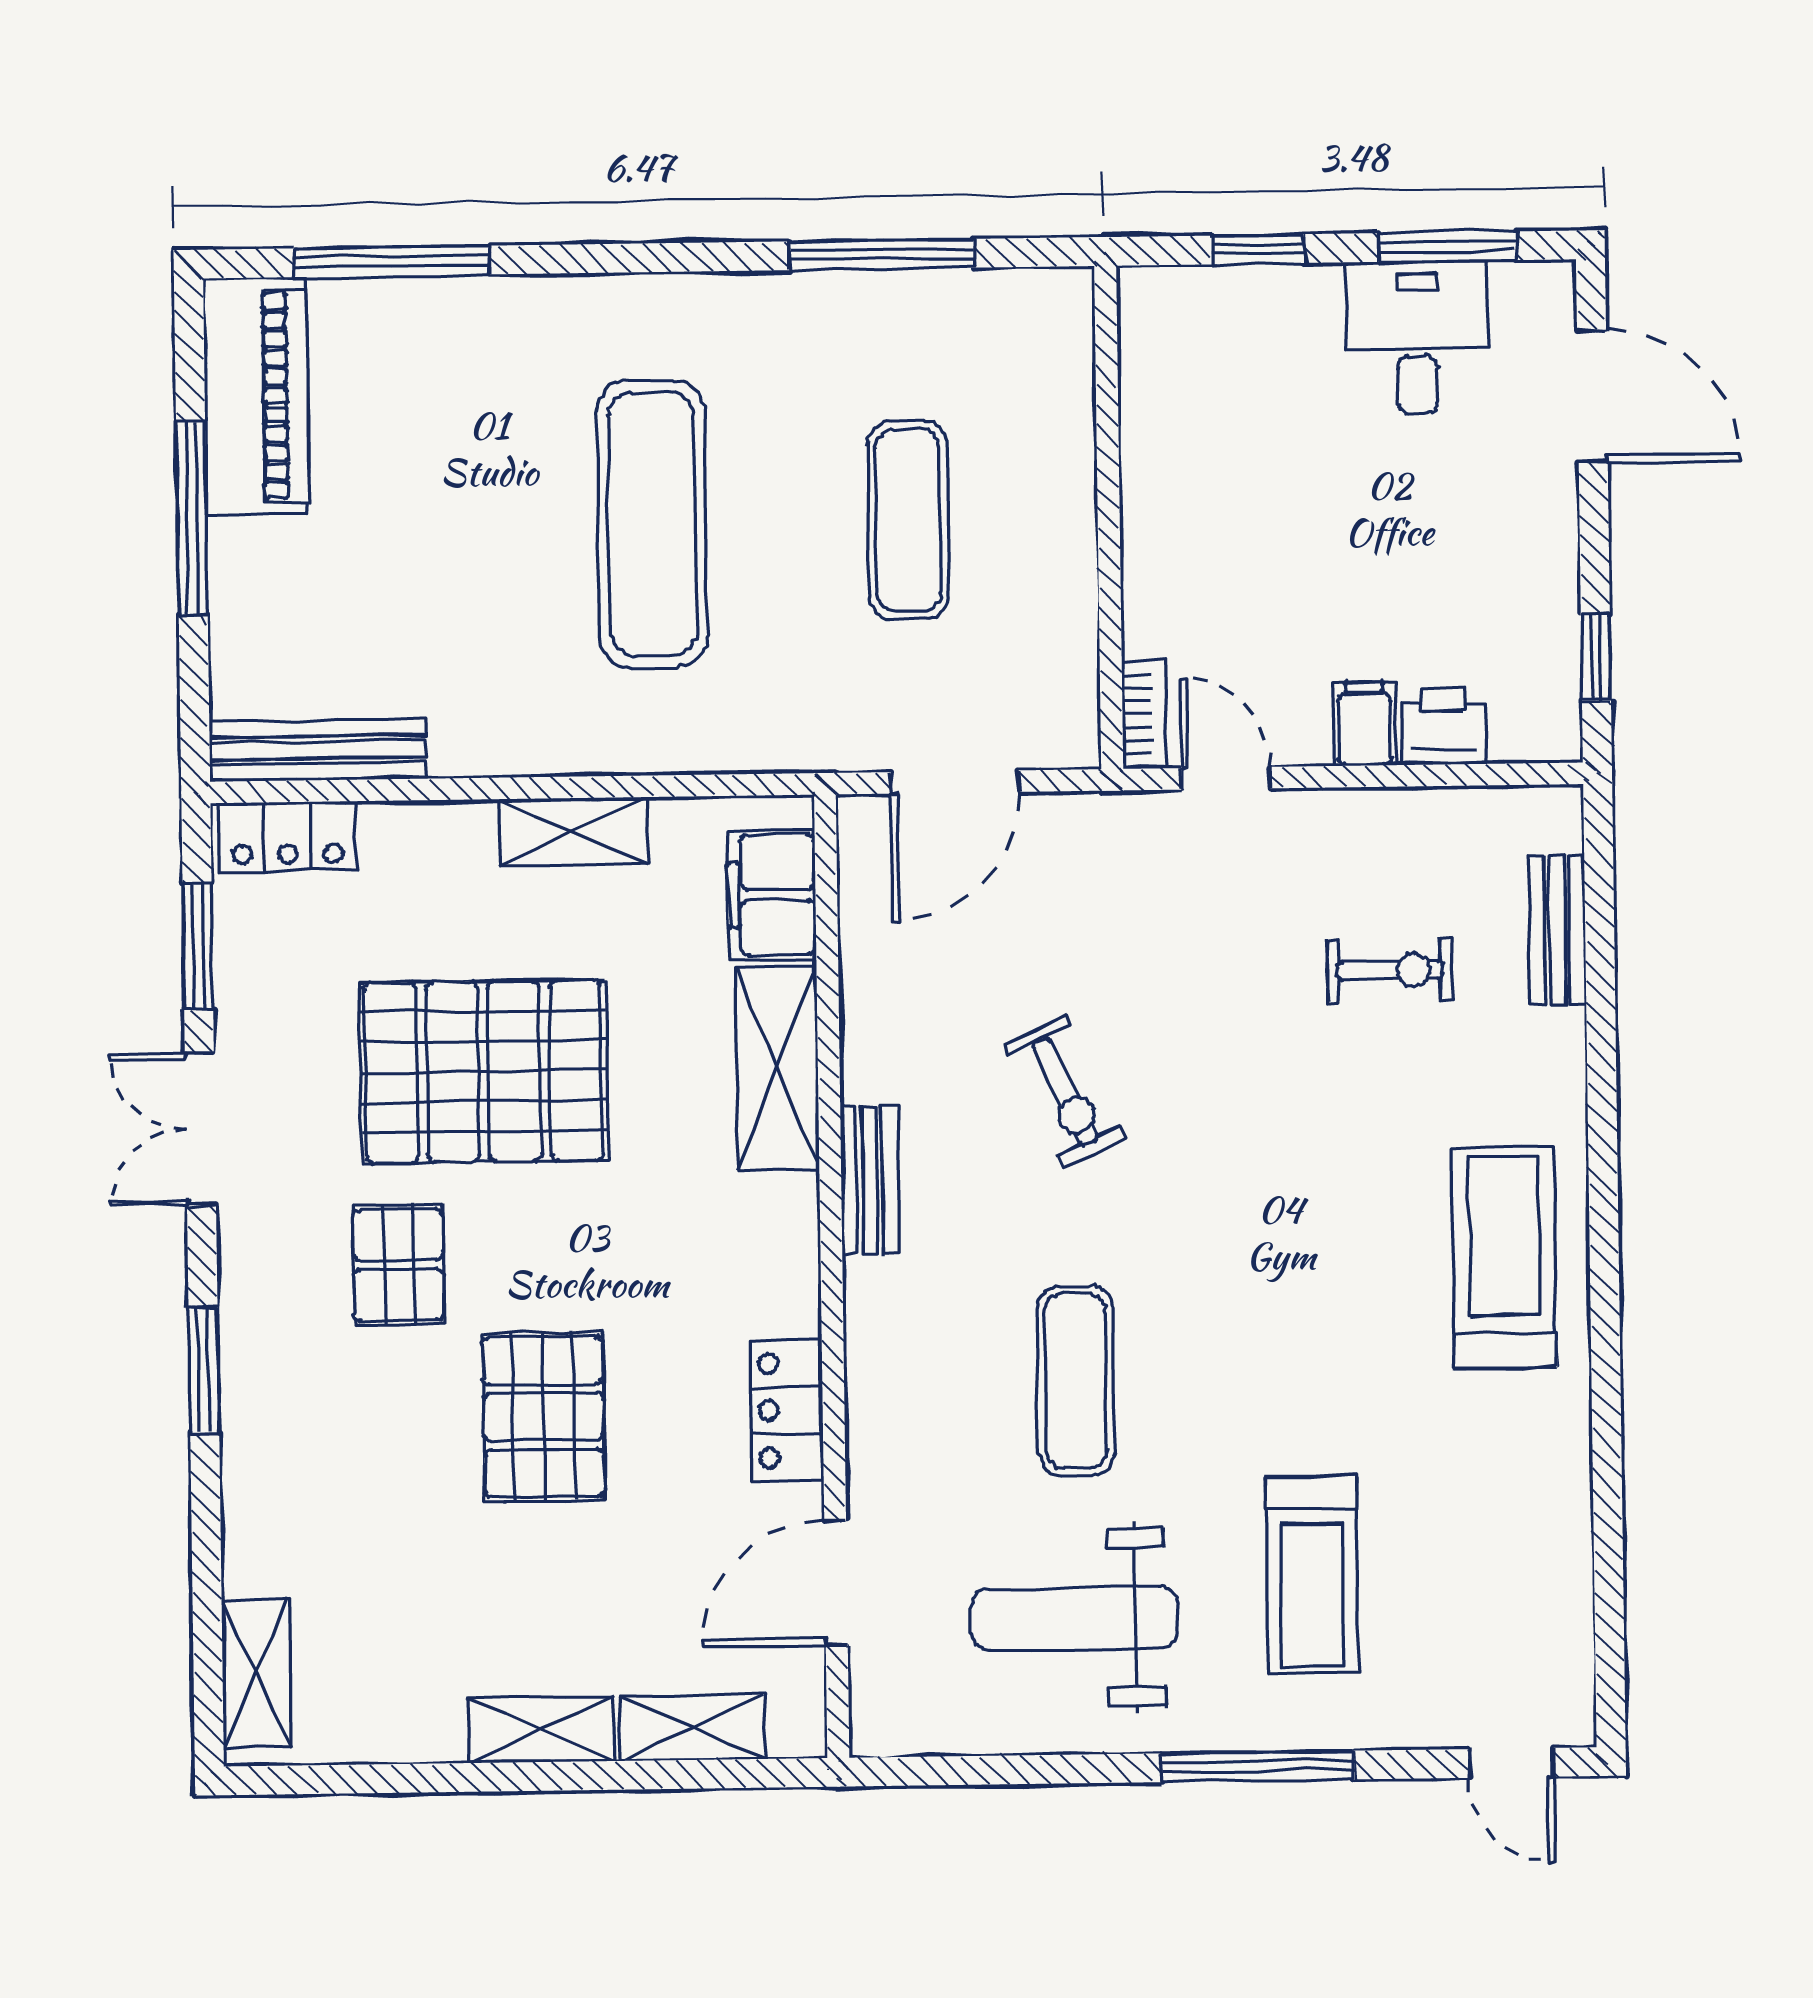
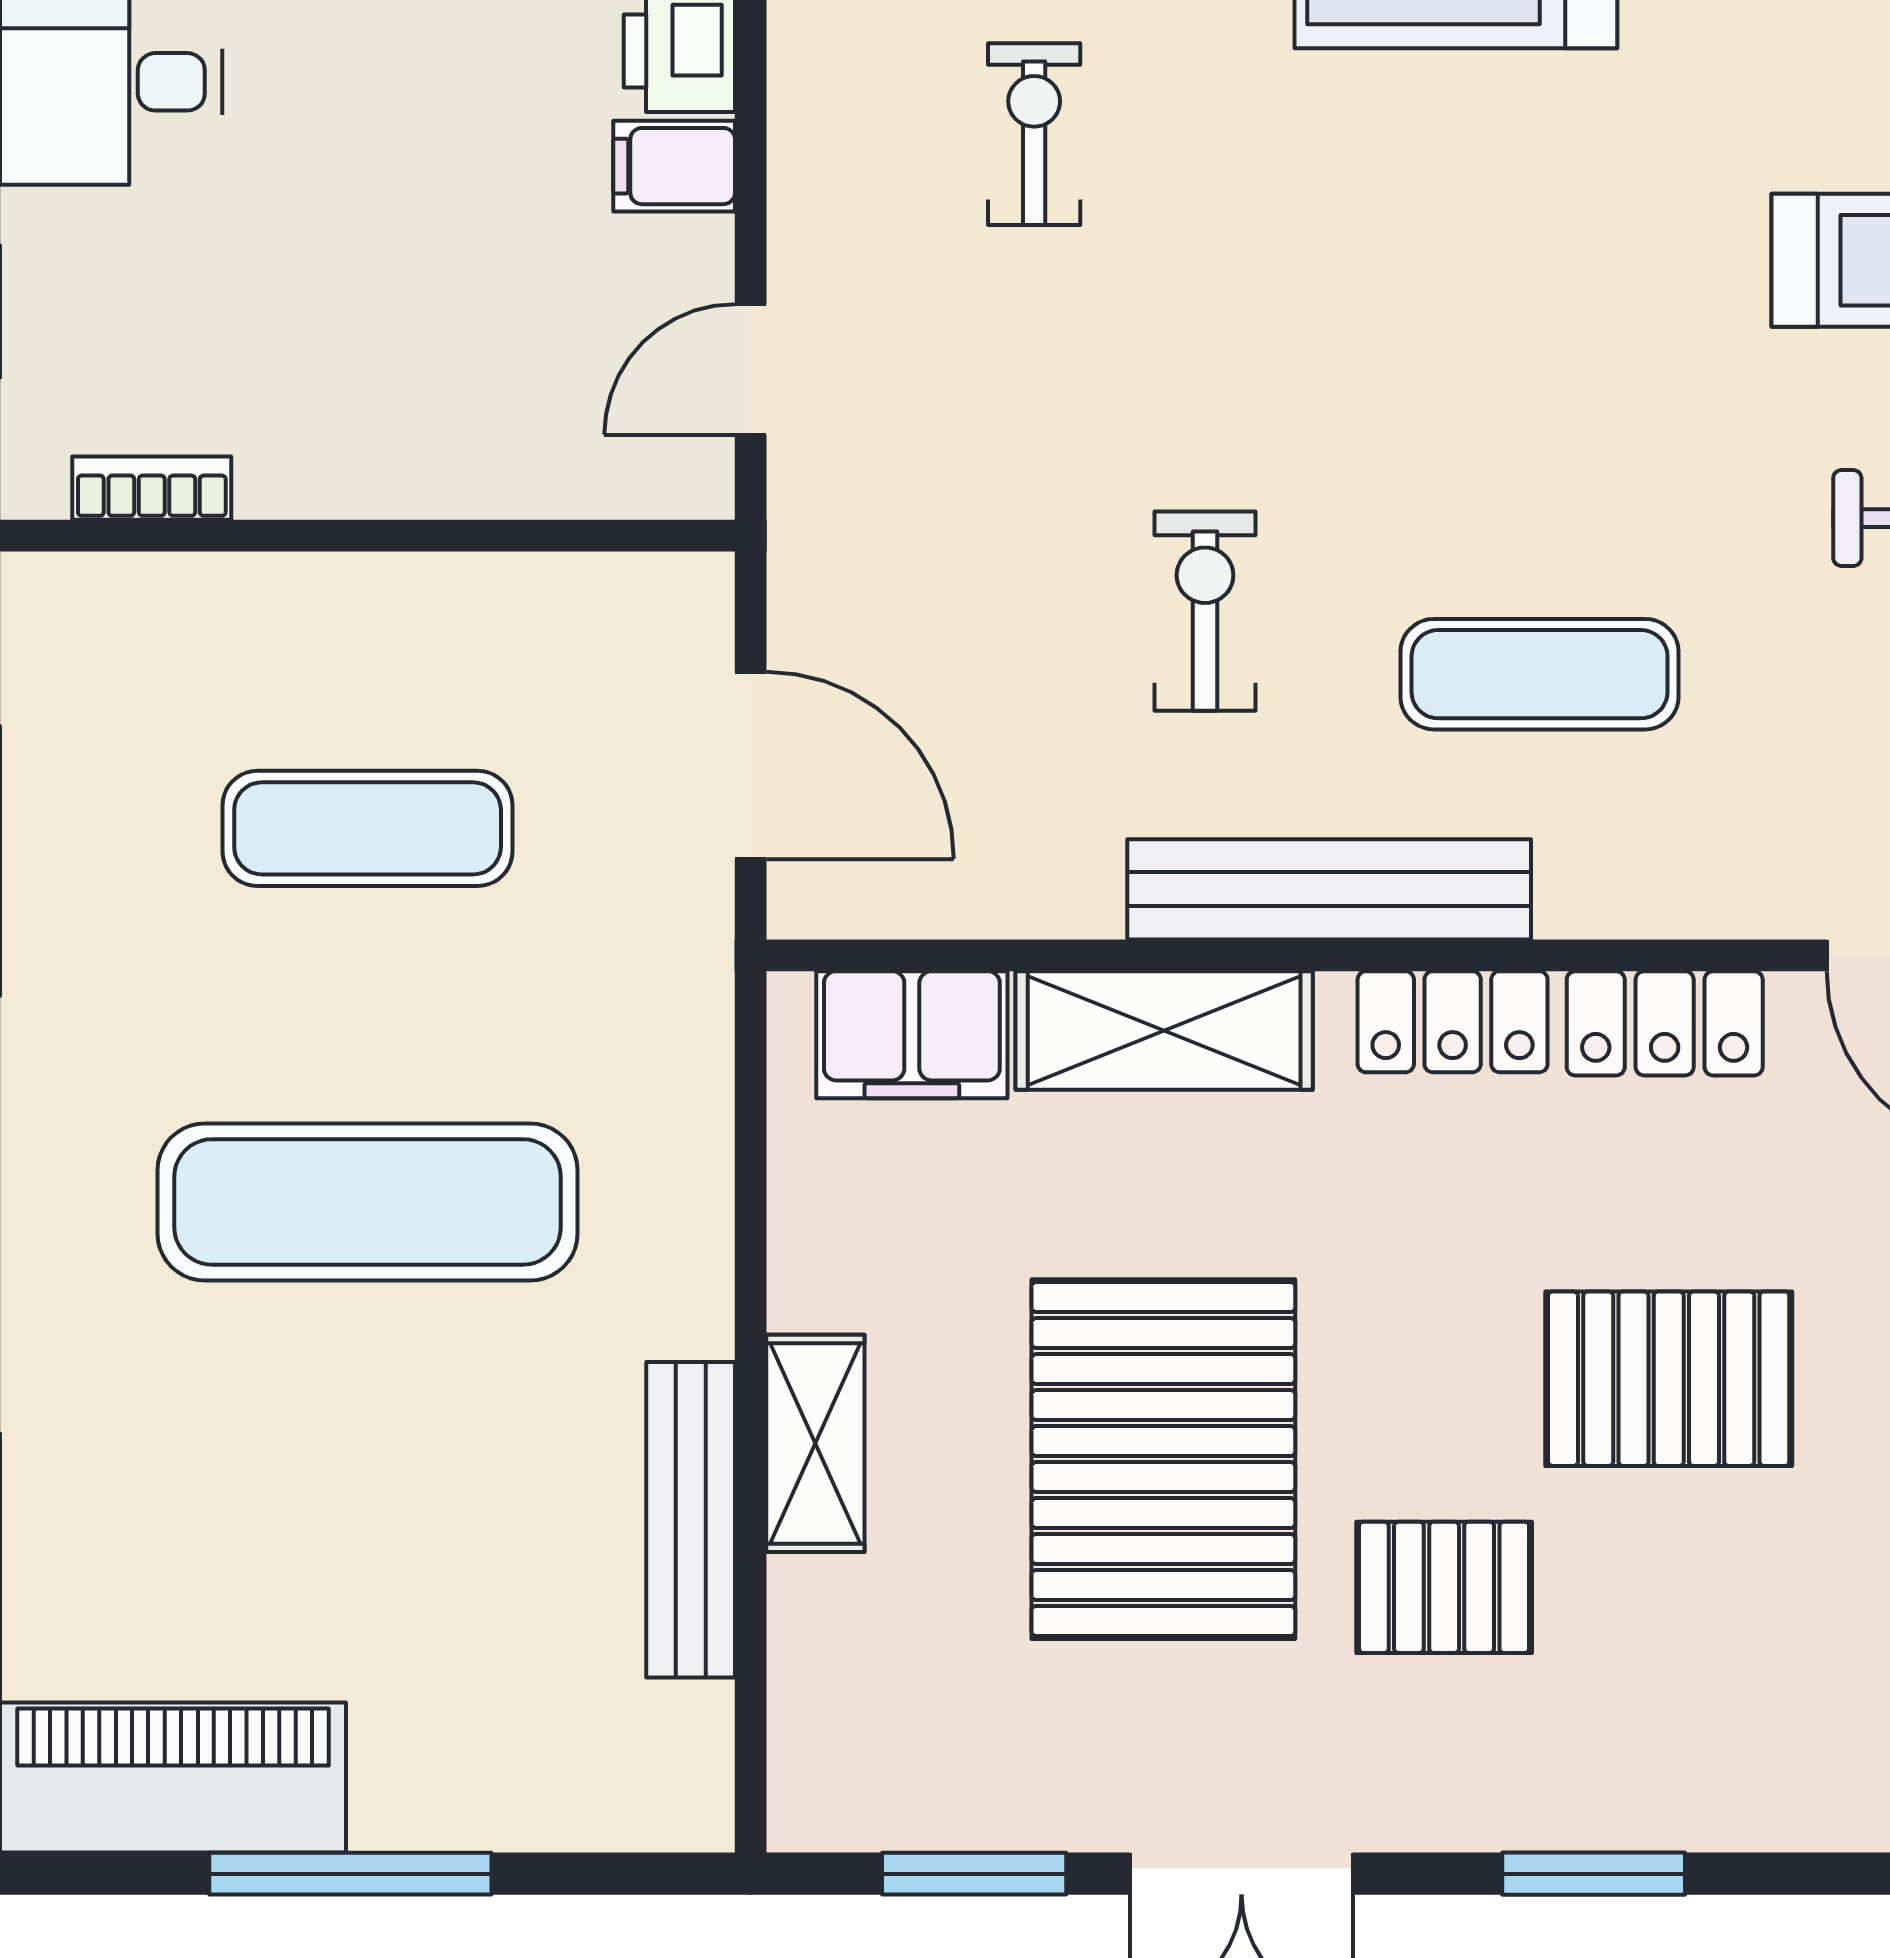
bookcase: (1144, 714) -> (152, 488), moved
bench: (318, 750) -> (691, 1520), moved
shelving: (573, 832) -> (815, 1443), moved
locker: (288, 837) -> (1453, 1022), moved, turned 90
exercise bike: (1065, 1092) -> (1205, 611), turned -65
bench: (869, 1180) -> (1329, 889), width x1.86, depth x1.21
exercise mat: (1076, 1381) -> (1540, 674), moved

